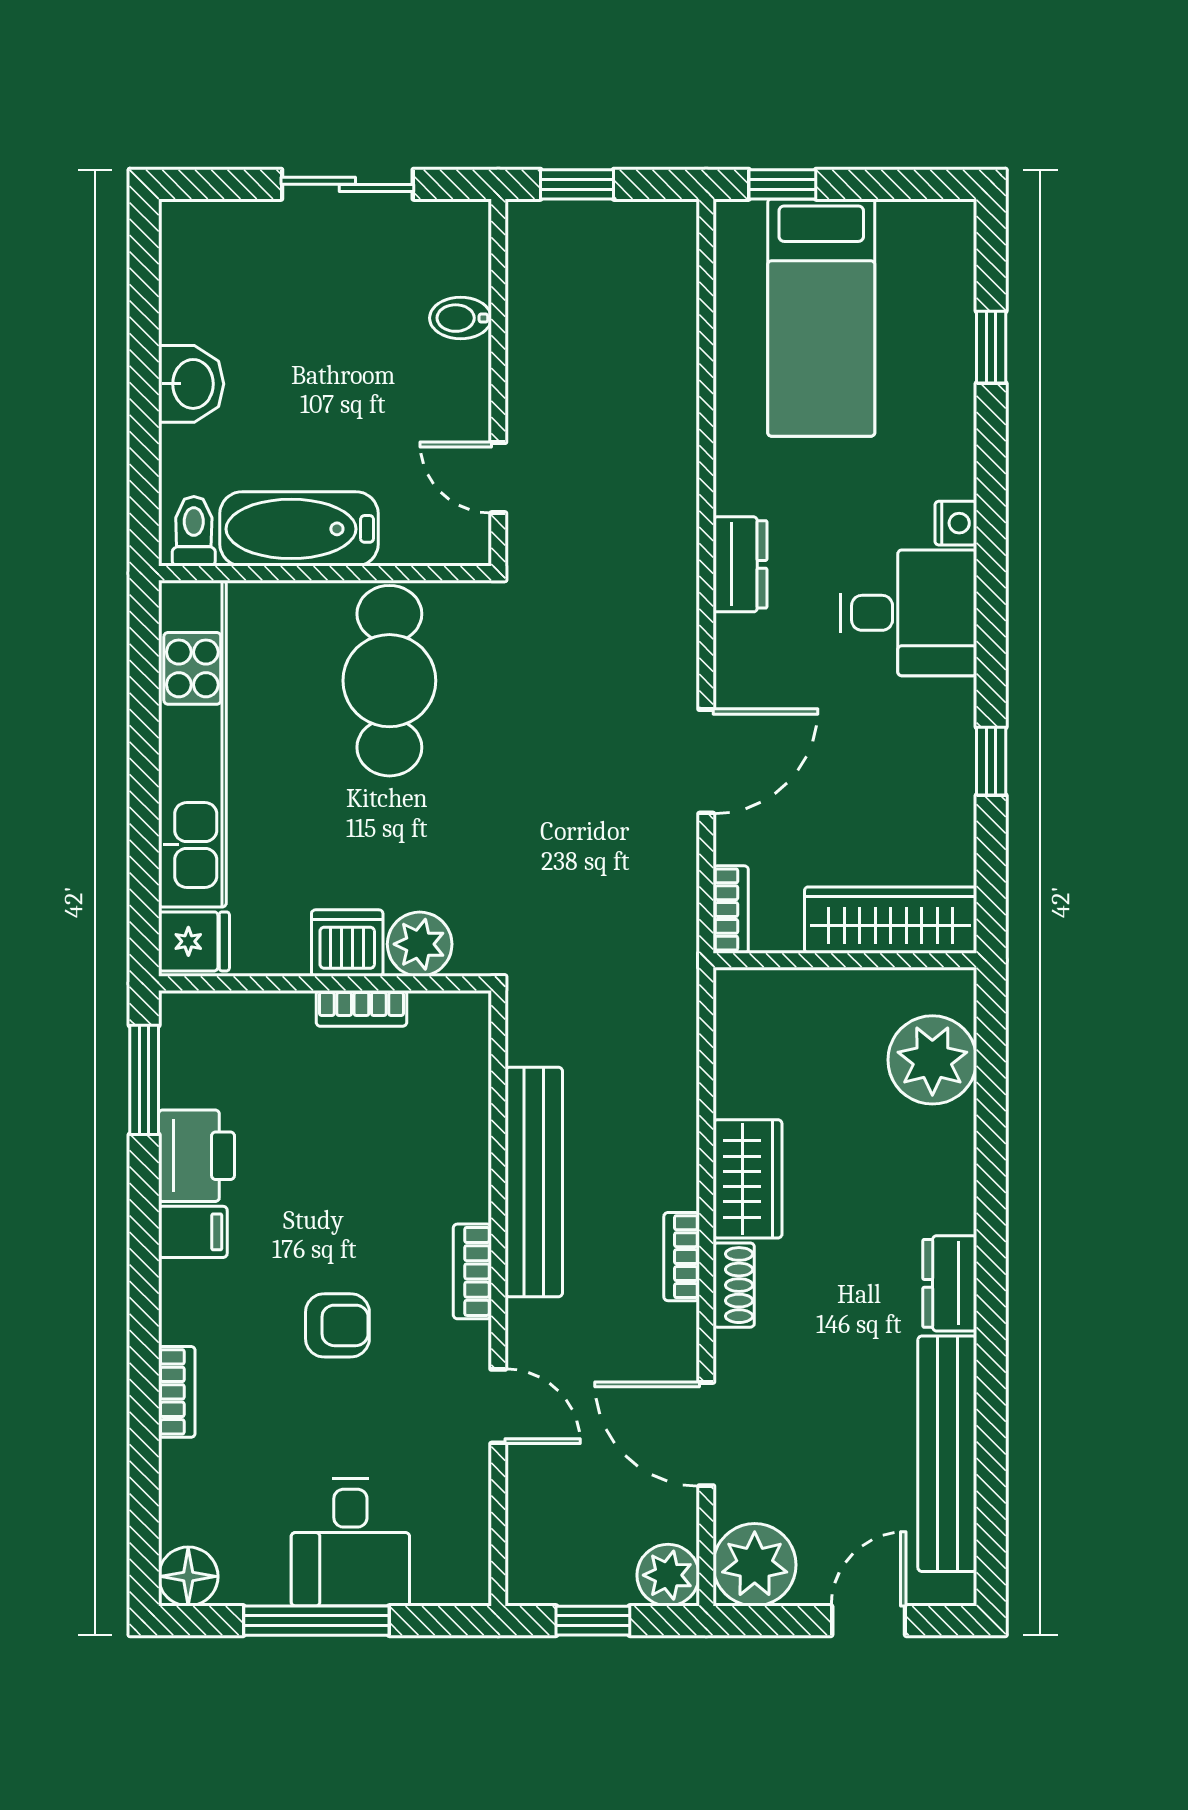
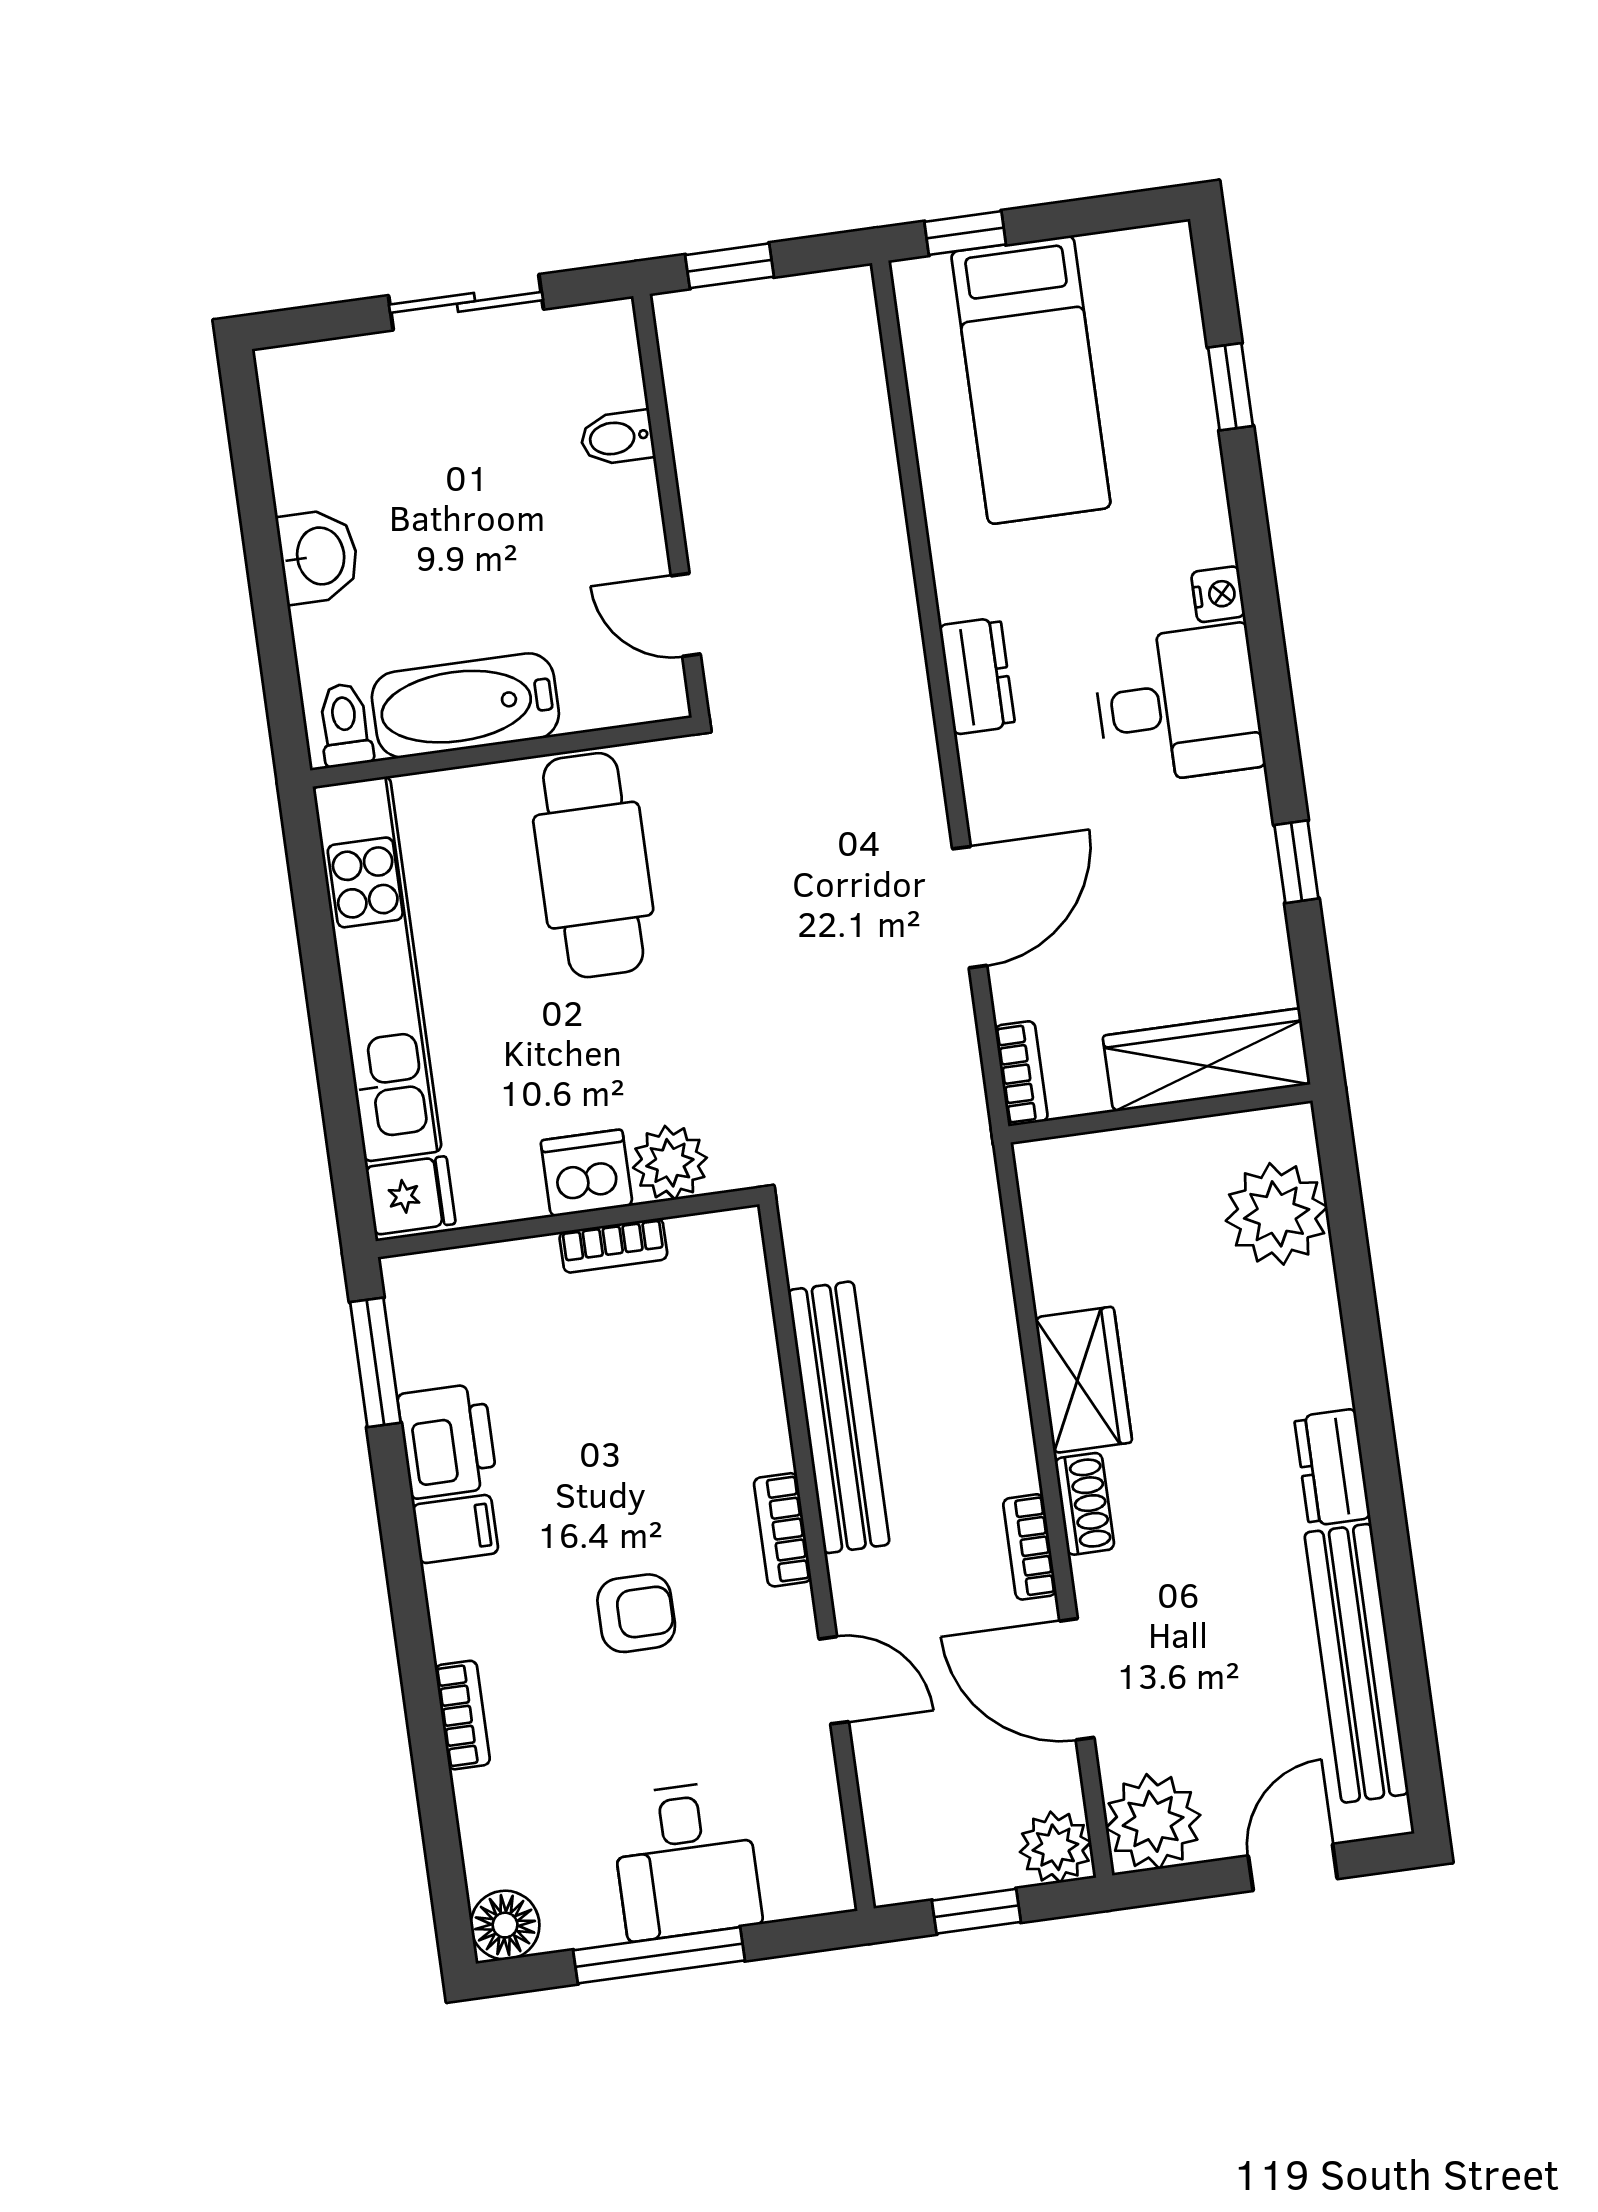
bookcase: (682, 1257) -> (1030, 1547), moved

